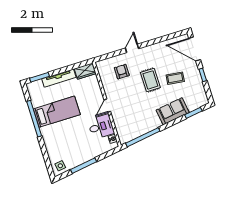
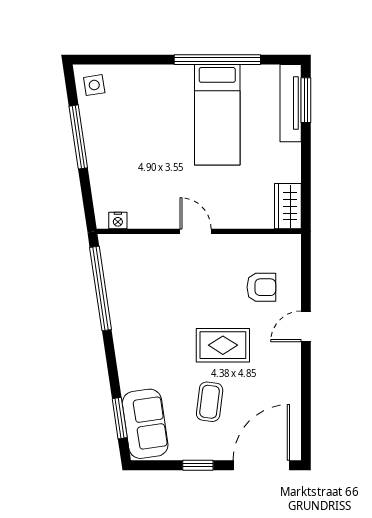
door: (132, 48) -> (306, 326), swing flipped
tv unit: (59, 78) -> (291, 103), moved
sofa: (173, 111) -> (145, 424), moved
desk: (101, 127) -> (153, 203), removed

